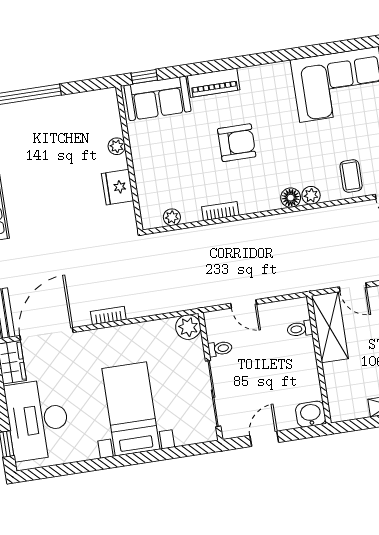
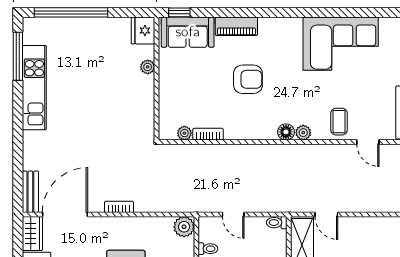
fridge: (118, 187) -> (143, 31), moved
bookcase: (220, 211) -> (208, 134), moved
toilet: (300, 329) -> (277, 223), moved

